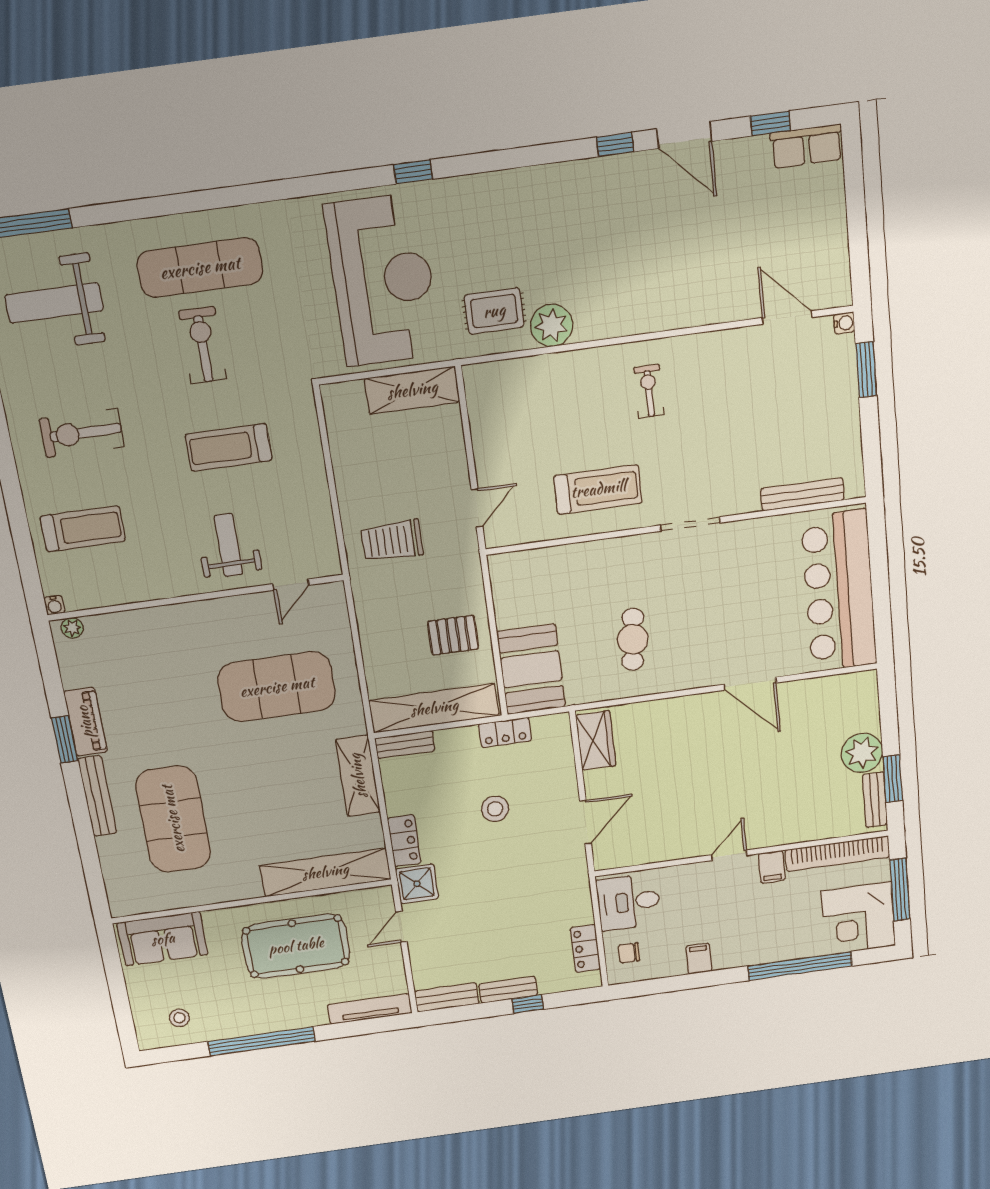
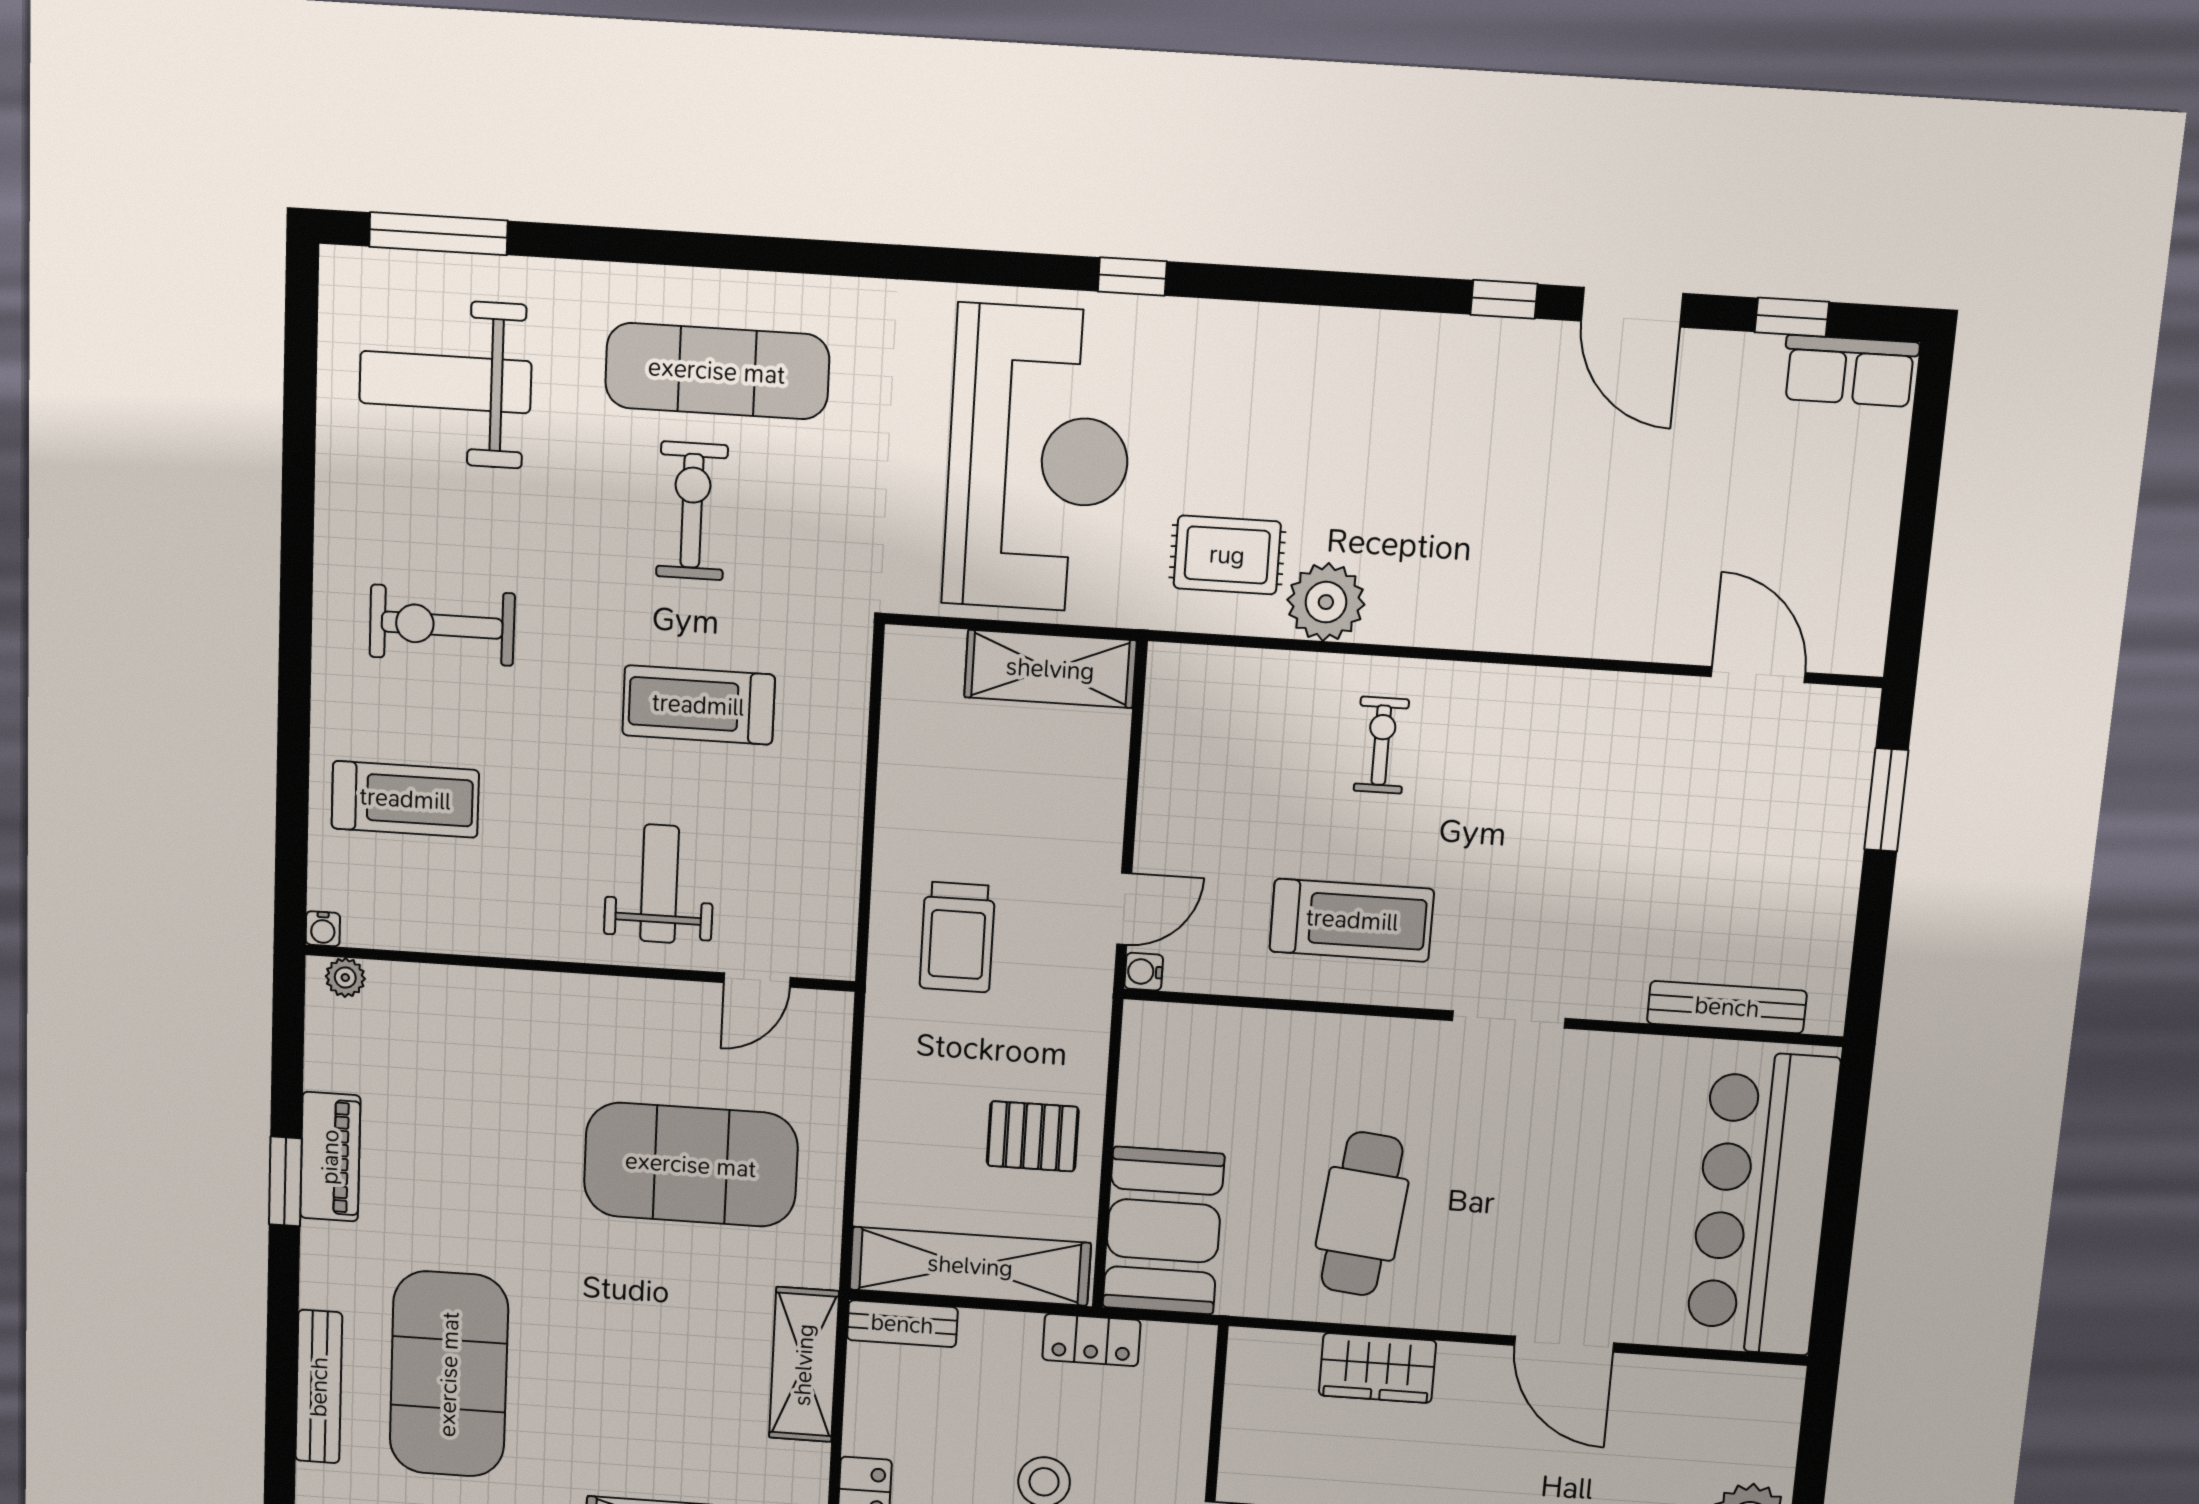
water cooler: (844, 323) -> (1144, 972), moved, turned 180
exercise bike: (649, 391) -> (1381, 745), moved
trolley: (392, 541) -> (957, 937), turned -90
cafe table: (633, 639) -> (1362, 1214), width x1.37, depth x1.35
wardrobe: (596, 740) -> (1377, 1368), moved, turned 90
bench: (97, 796) -> (319, 1387), moved

